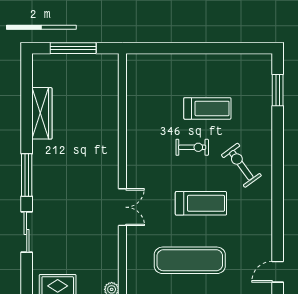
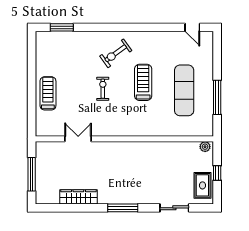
treadmill: (207, 108) -> (48, 93), moved
double door: (122, 207) -> (78, 139), moved
sliding door: (27, 232) -> (174, 208), moved

